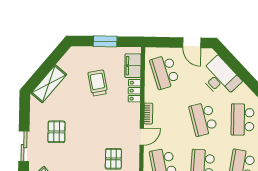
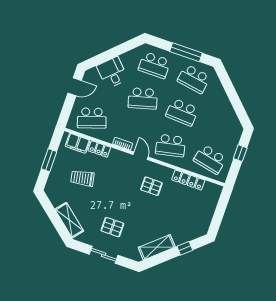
desk: (220, 78) -> (112, 73), width x0.73
sliding door: (24, 146) -> (104, 255), moved

